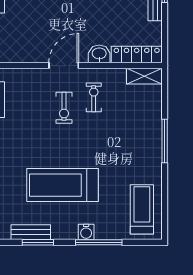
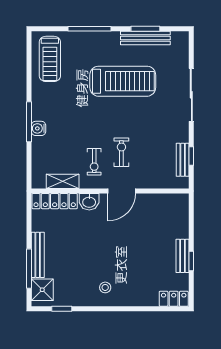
shelving: (144, 76) -> (63, 181), moved
bench: (31, 232) -> (145, 38), width x1.36
water cooler: (86, 232) -> (38, 128), moved, turned -90

